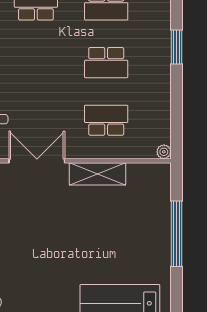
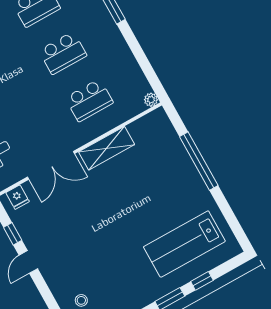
school desk: (106, 120) -> (89, 100), turned 180
double door: (37, 161) -> (51, 165), swing flipped

